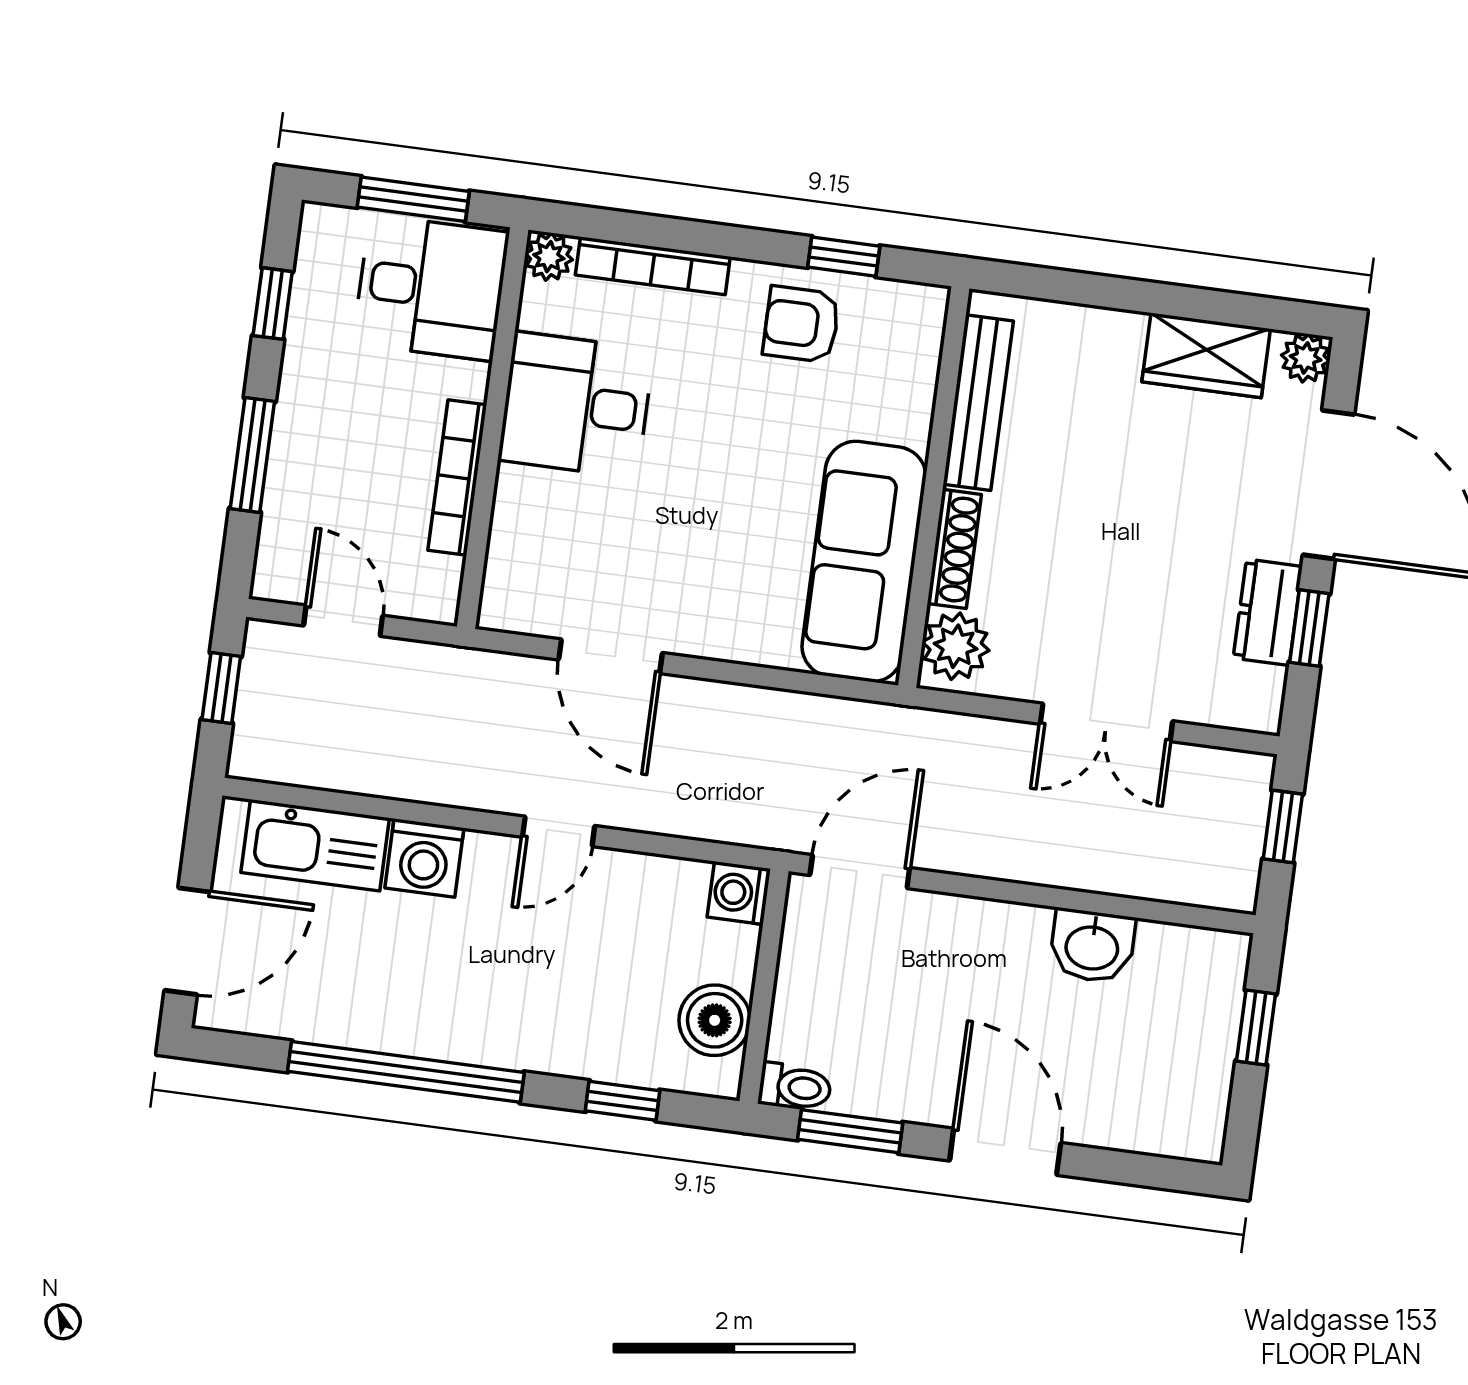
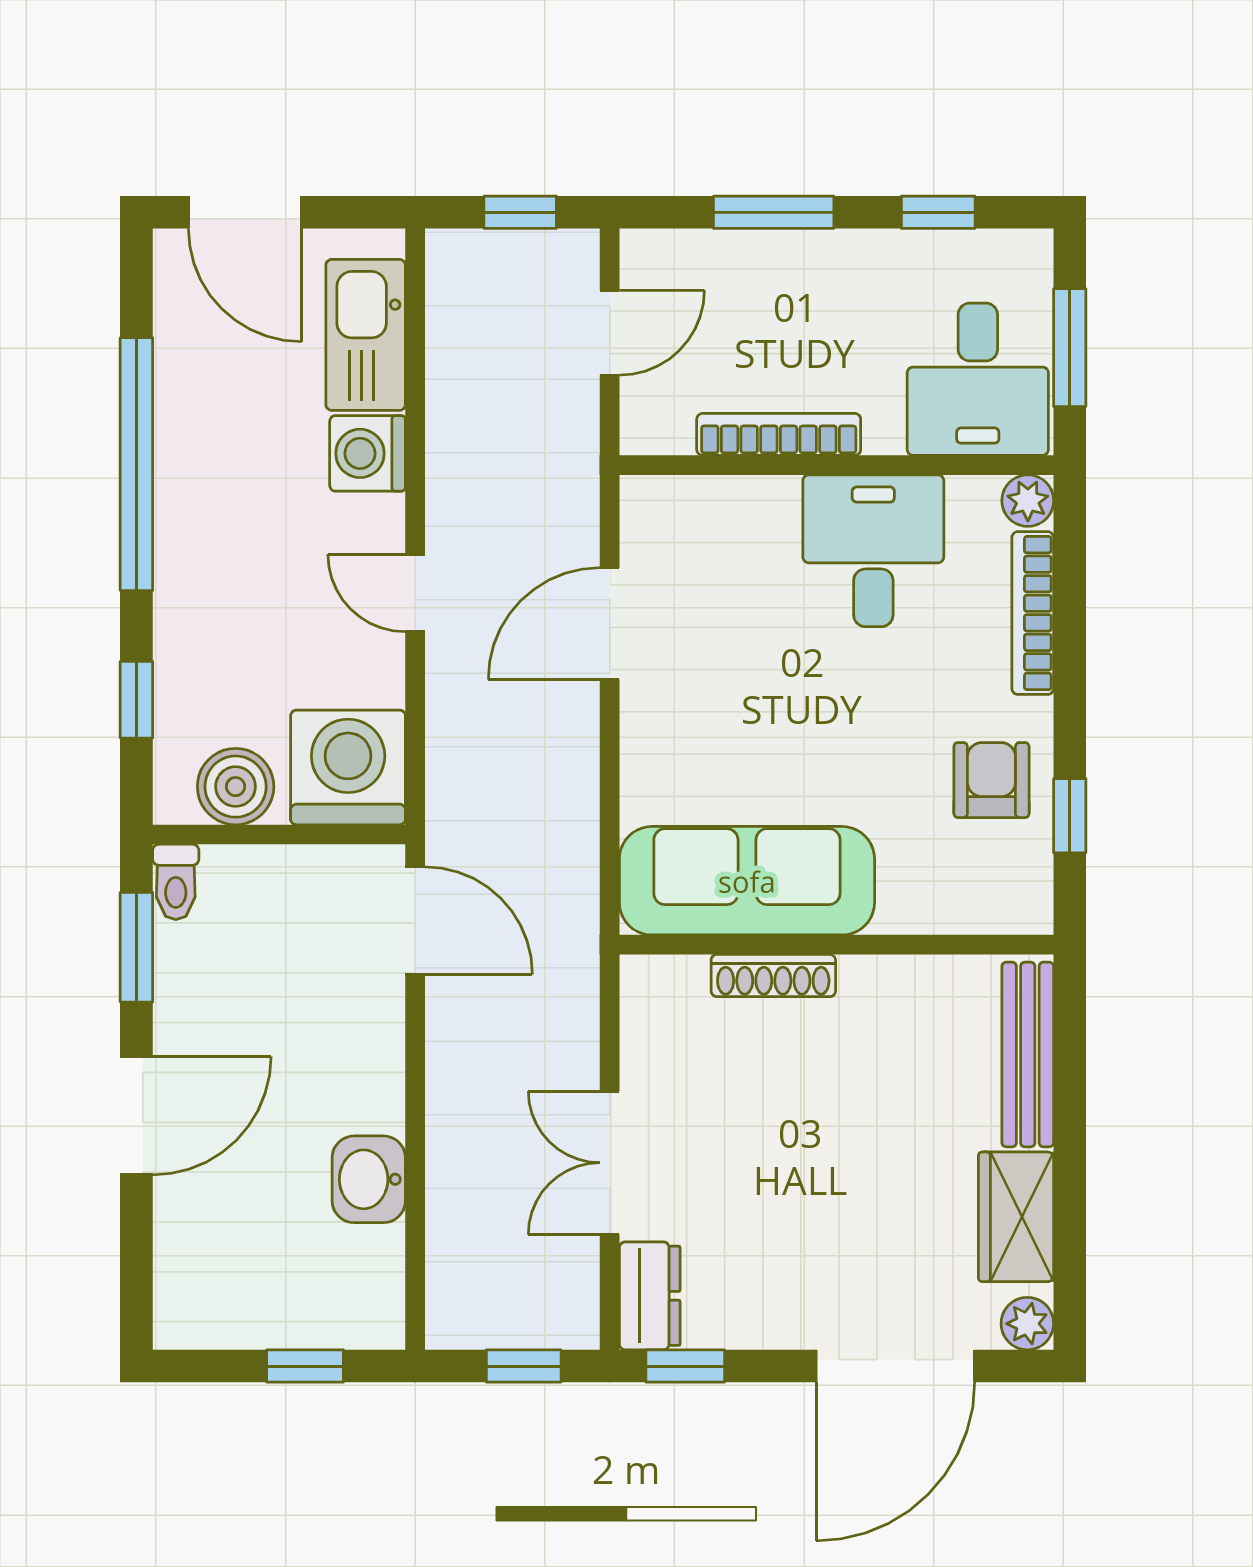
bench: (978, 403) -> (1028, 1054), moved, turned 90
dresser: (1268, 612) -> (650, 1296), moved, turned 90
window: (1309, 628) -> (685, 1366), moved
plant: (956, 646) -> (670, 991), removed
washing machine: (739, 893) -> (348, 767), width x1.89, depth x1.89

